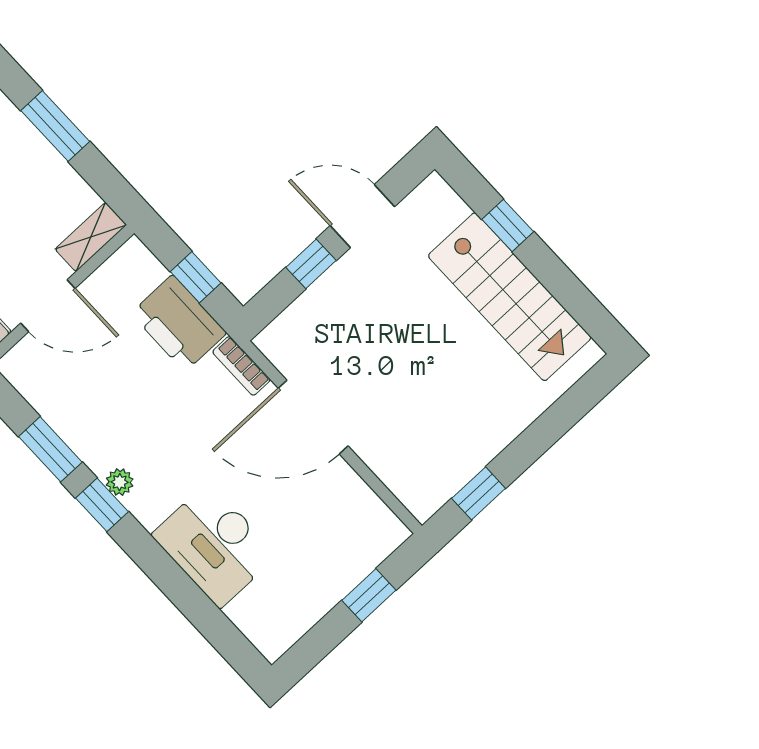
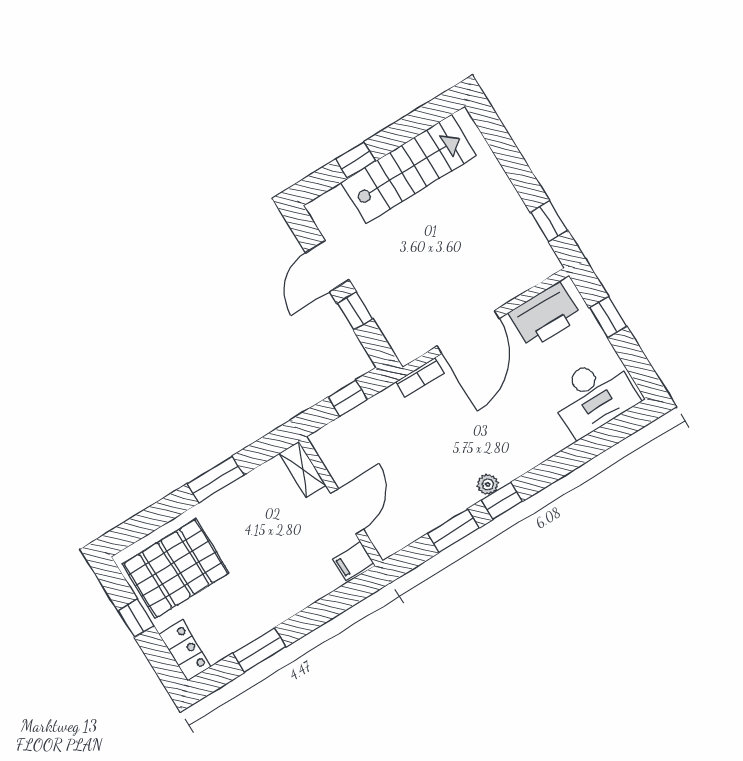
printer: (179, 323) -> (545, 315), moved
desk: (214, 545) -> (594, 396), moved

